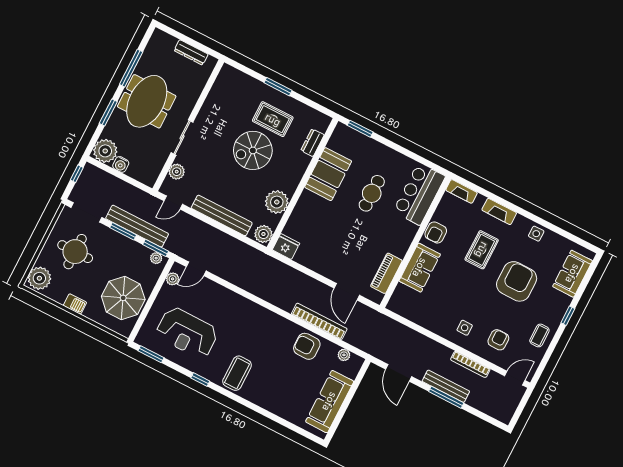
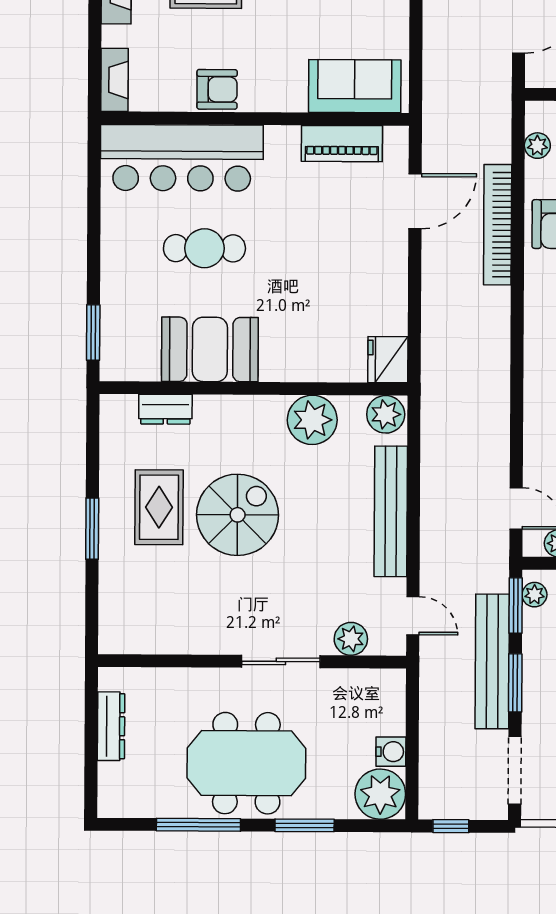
spiral stairs: (253, 150) -> (238, 515), turned -90
bar counter: (419, 194) -> (182, 158), width x1.36
sofa: (420, 268) -> (355, 86), moved

